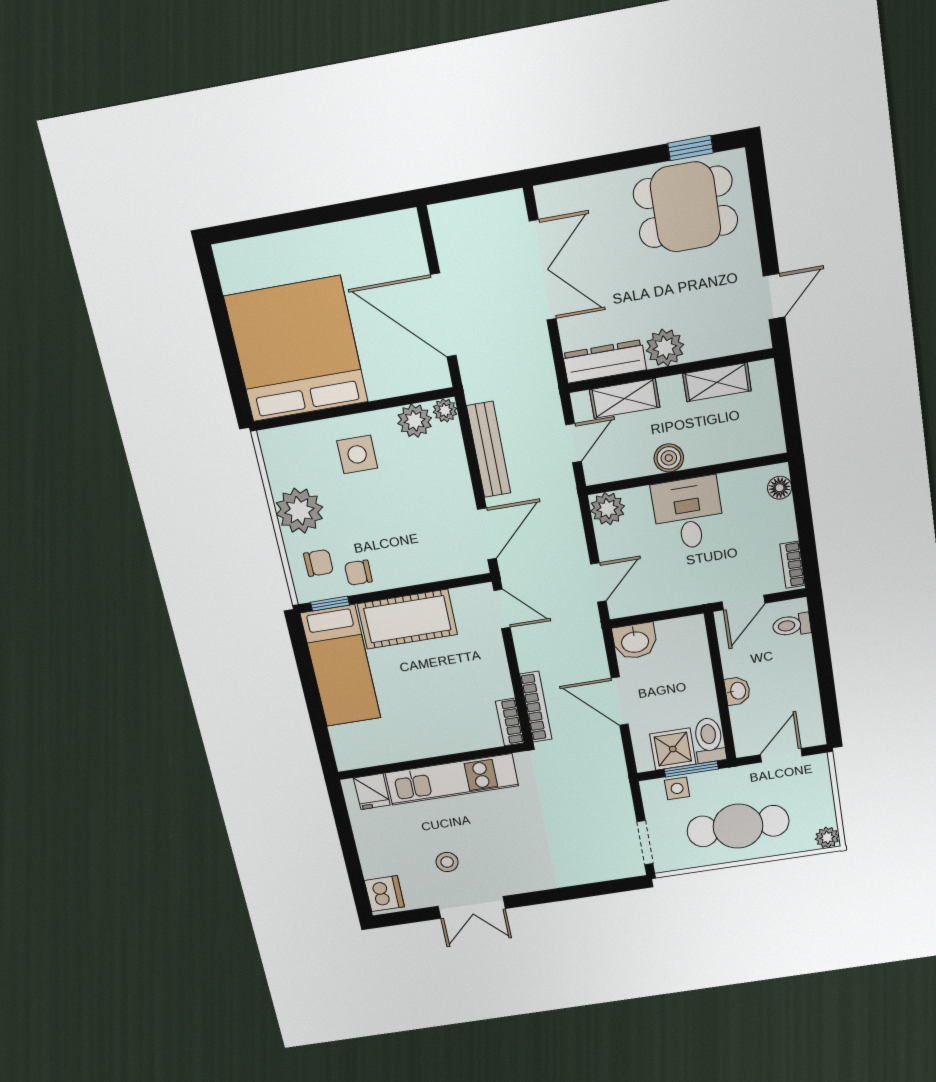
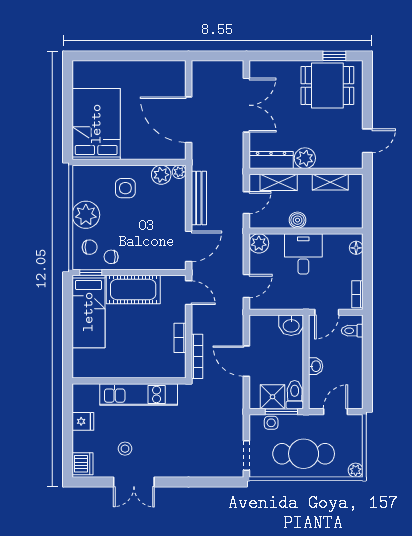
bed: (296, 349) -> (96, 124), width x0.73
washbasin: (635, 641) -> (291, 325), moved
bookcase: (510, 722) -> (180, 338), moved
fridge: (372, 792) -> (83, 421), moved, turned -90

